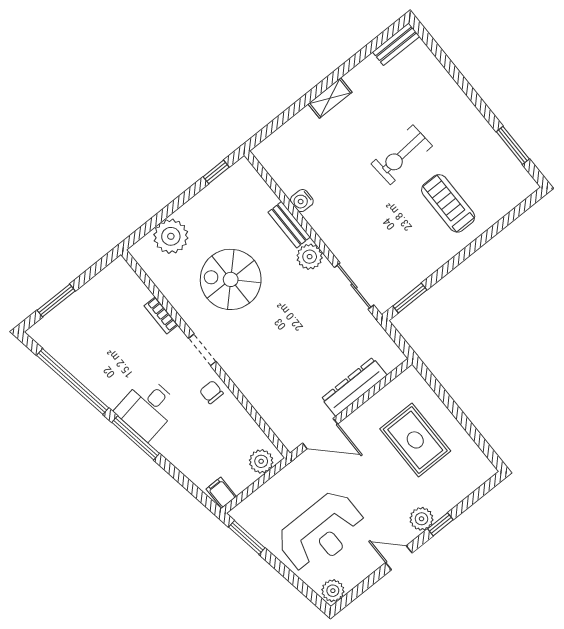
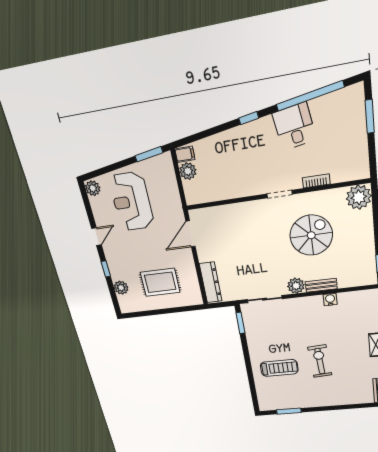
plant: (171, 236) -> (359, 197), moved
dresser: (354, 387) -> (211, 282), moved
chair: (211, 392) -> (251, 184), removed
desk: (147, 408) -> (294, 127), moved
window: (136, 438) -> (249, 118), width x0.46
plant: (261, 461) -> (188, 171), moved
plant: (421, 519) -> (121, 288), moved

